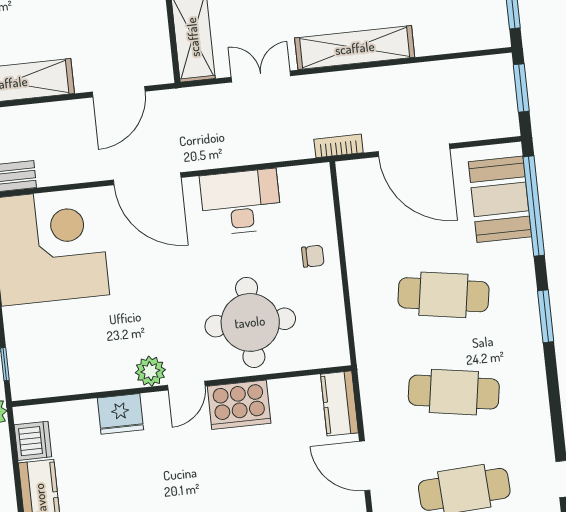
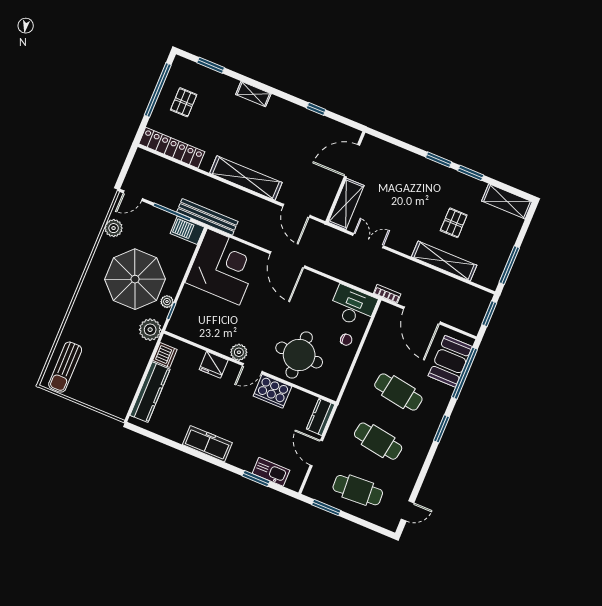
shelving: (355, 48) -> (444, 261), moved
door: (119, 92) -> (296, 211), hinge flipped
desk: (241, 202) -> (353, 306), moved

